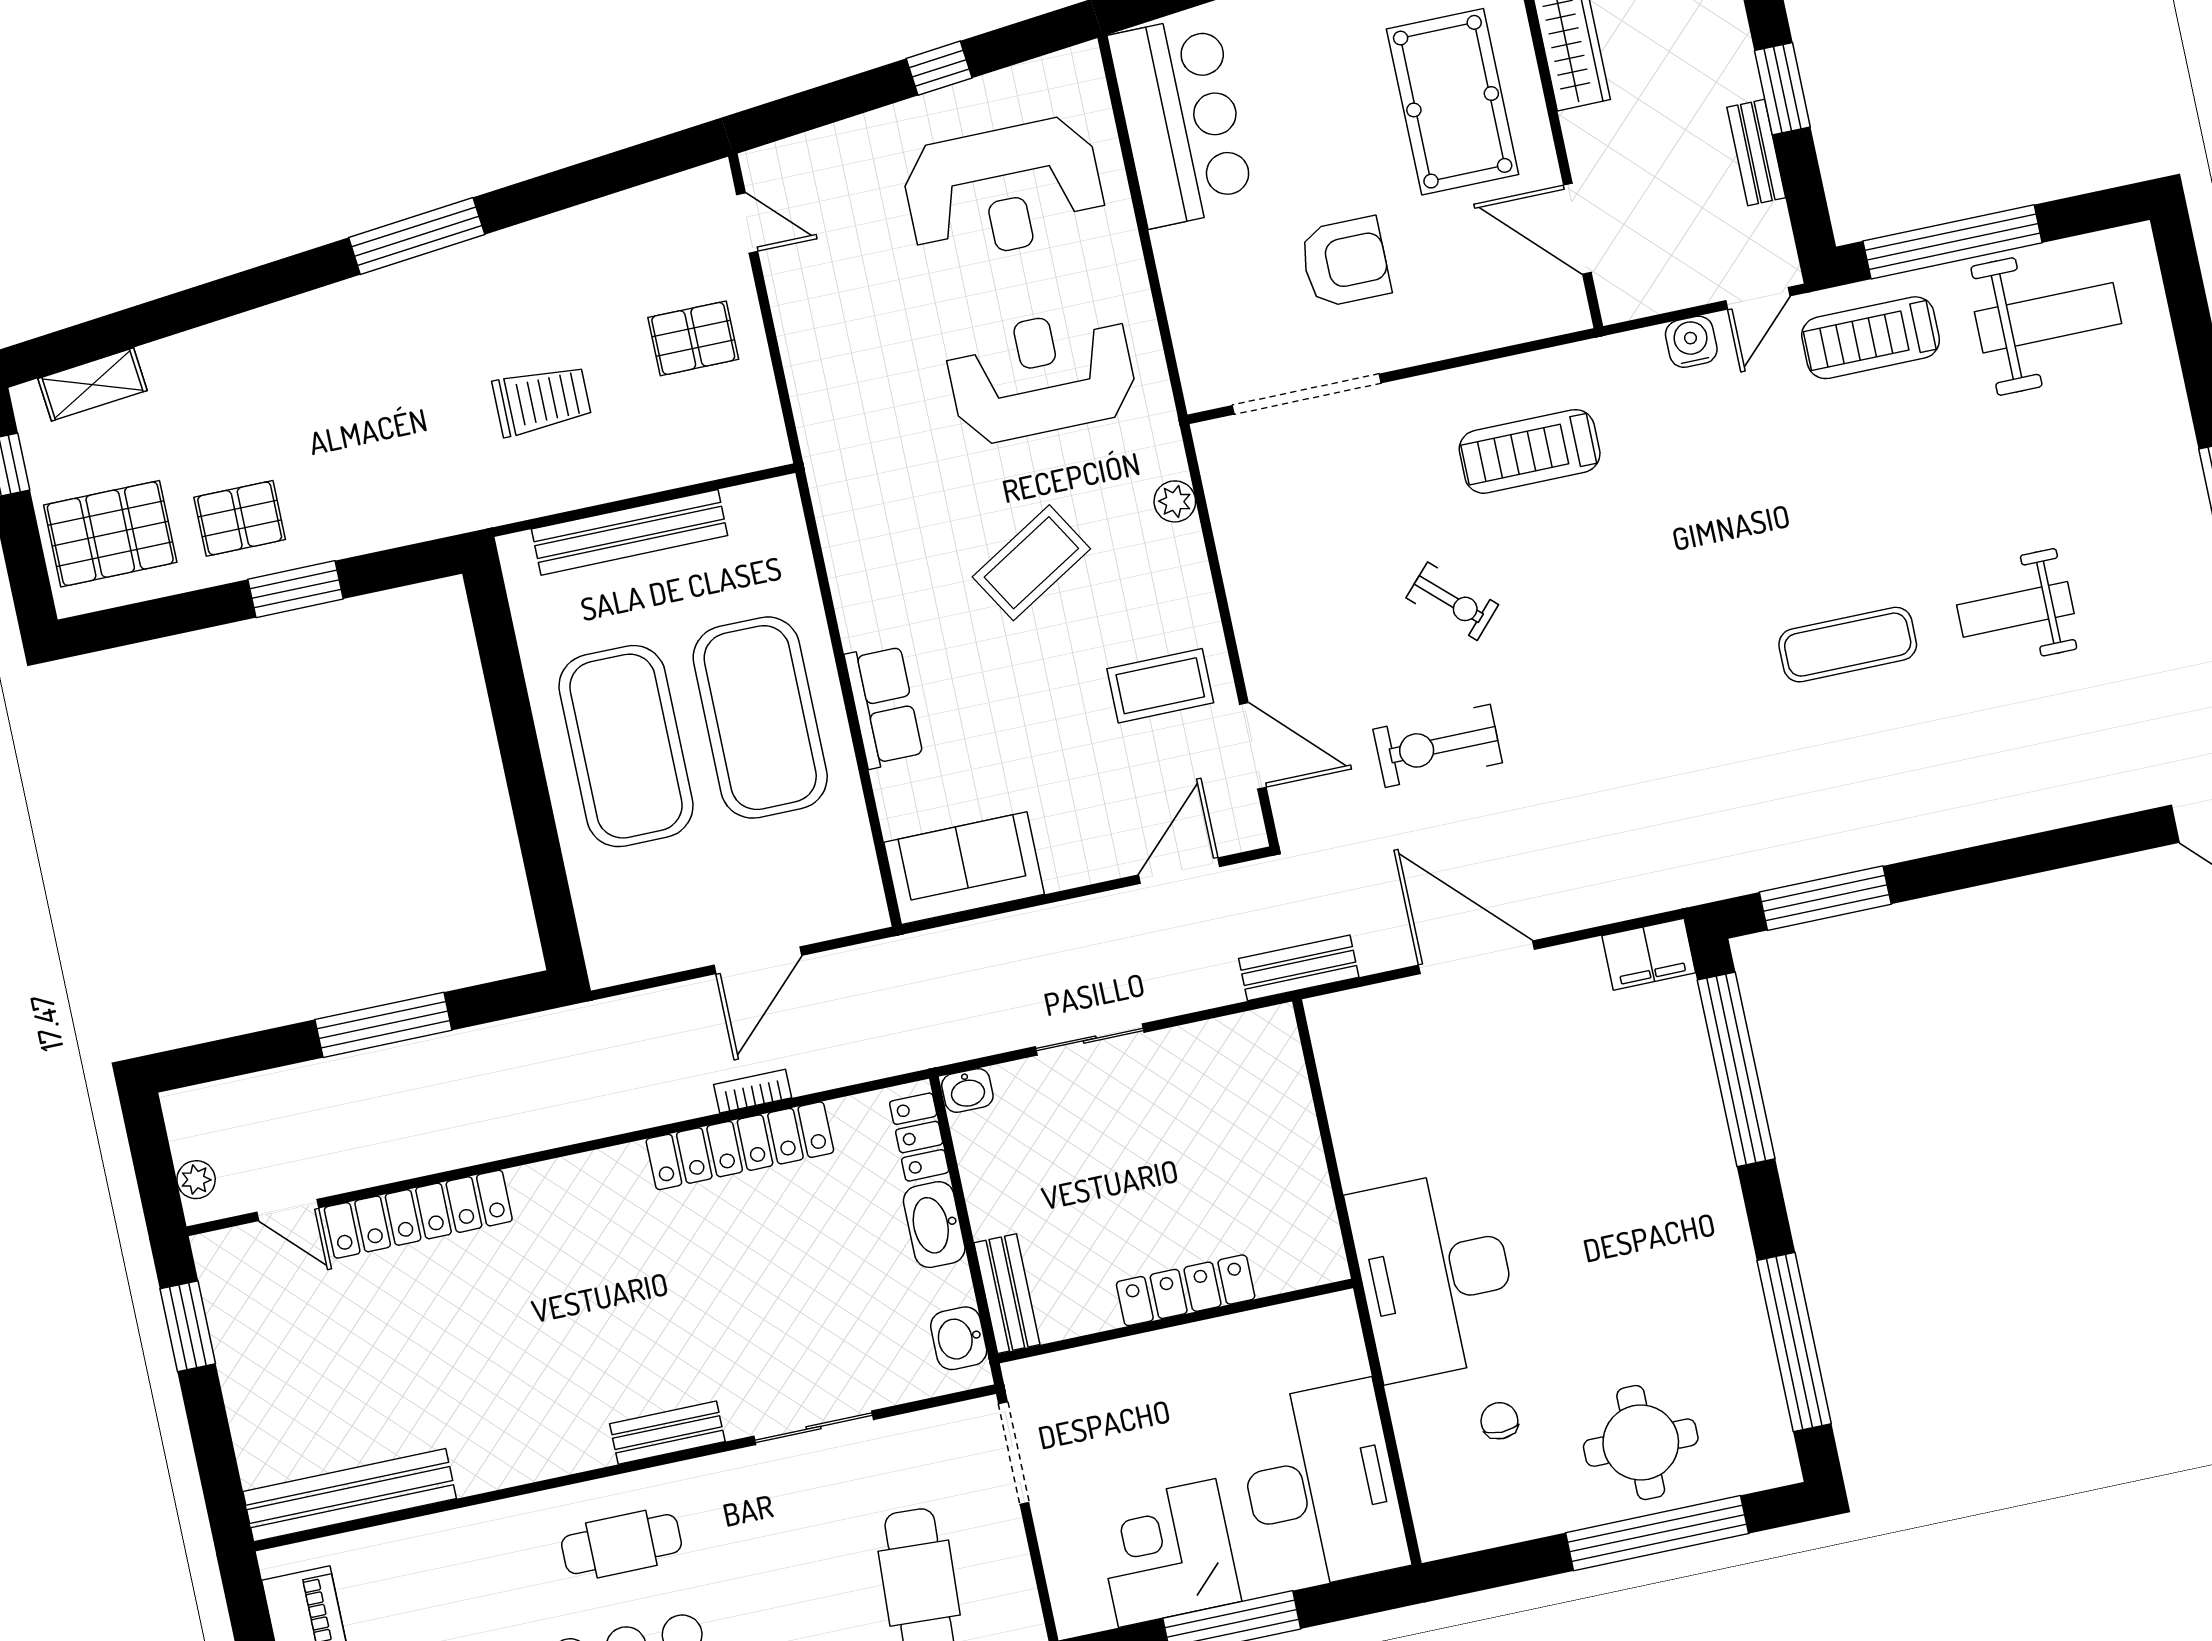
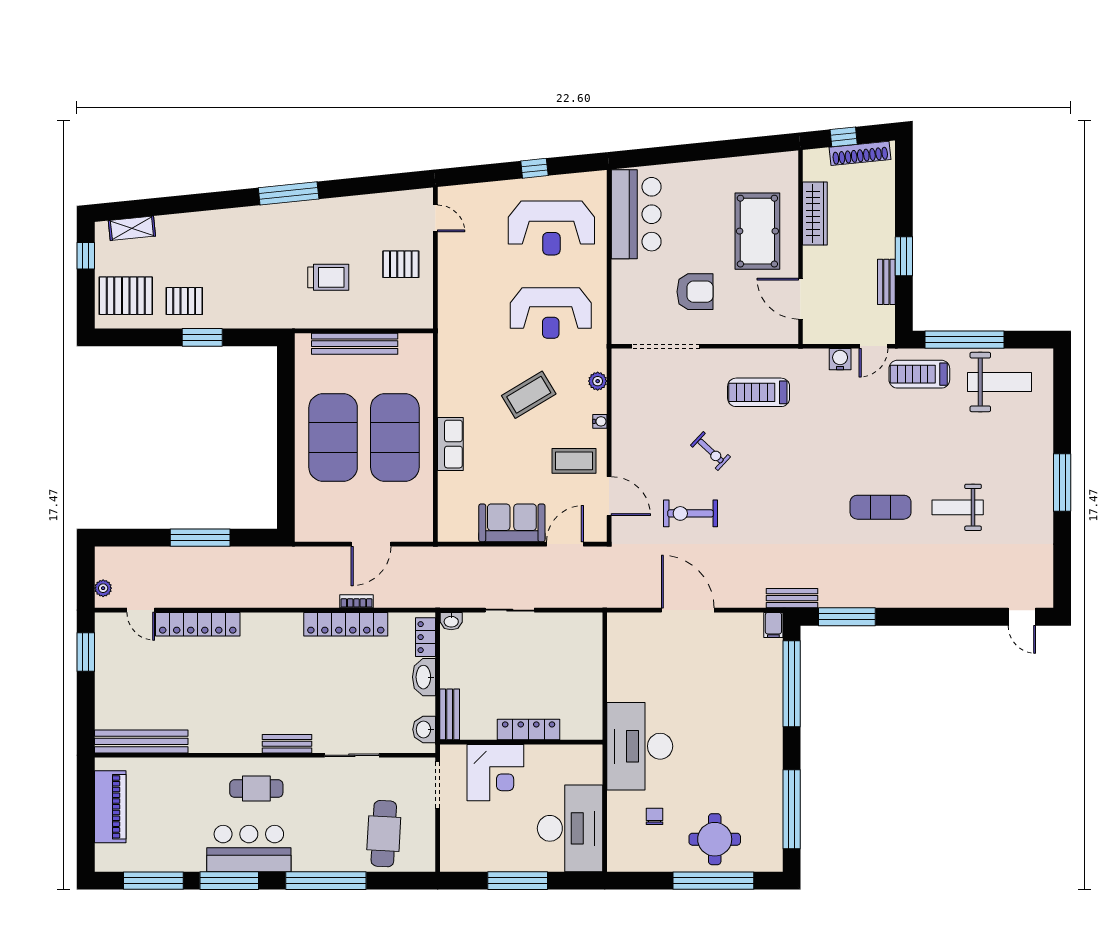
reception desk: (1041, 375) -> (551, 313), turned 180
water cooler: (1198, 588) -> (600, 421), added
sofa: (964, 868) -> (512, 523), moved
filing cabinet: (1649, 954) -> (773, 625), width x0.50
bench: (1299, 968) -> (792, 598), moved
corner desk: (1167, 1553) -> (495, 773), moved, turned 180

